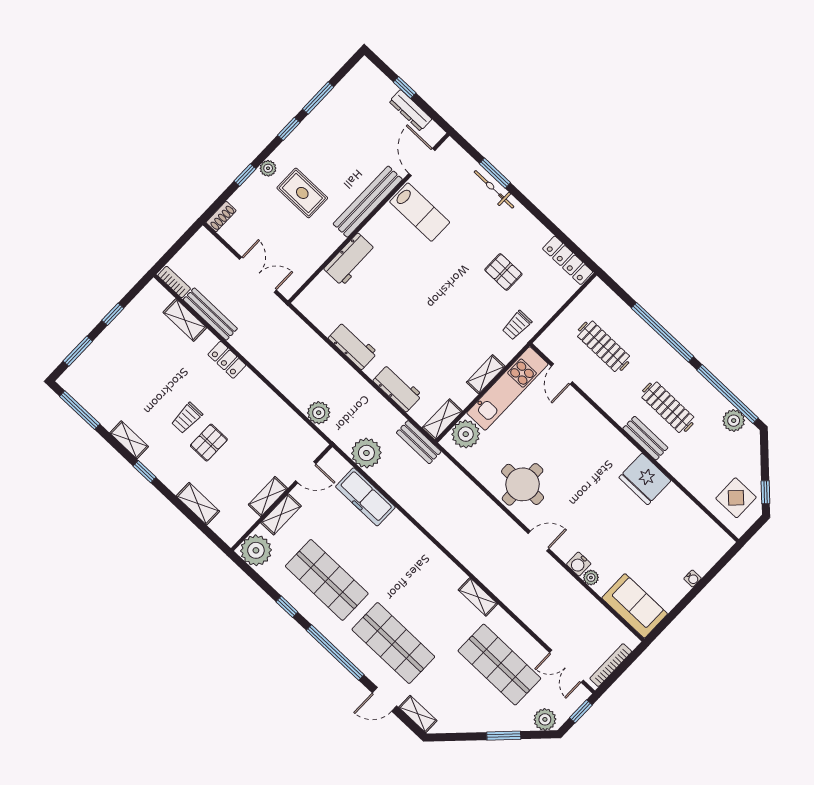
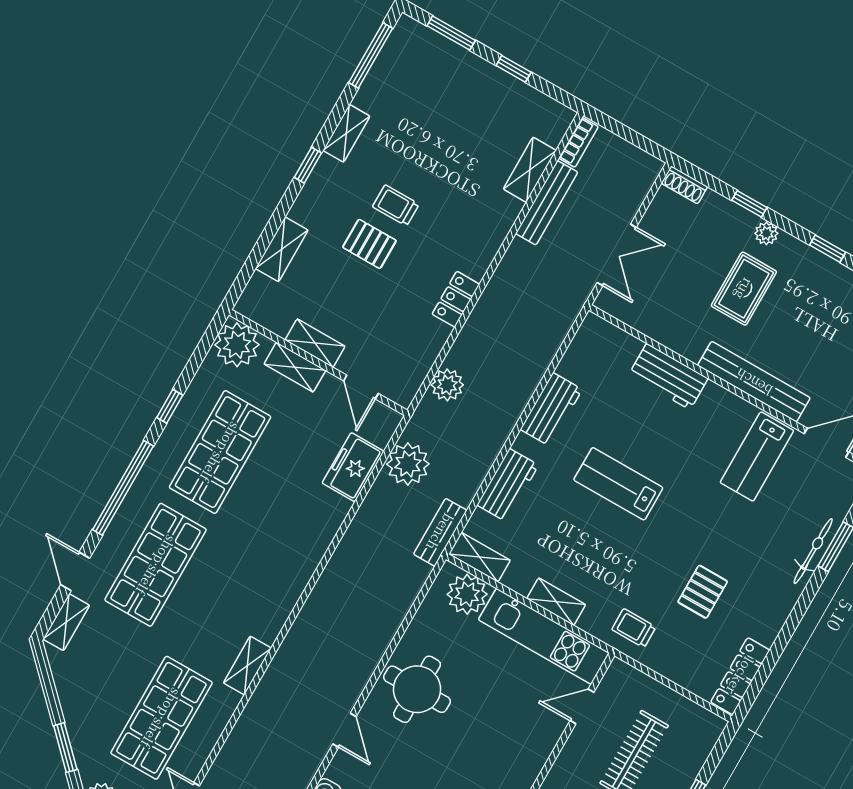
lab bench: (415, 312) -> (618, 484), added
locker: (227, 360) -> (456, 299), moved
freezer: (365, 497) -> (353, 467), width x0.71

